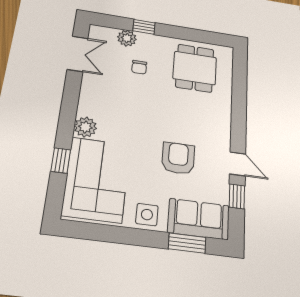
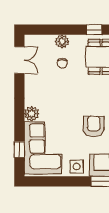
window: (144, 27) -> (94, 30), moved
plant: (127, 38) -> (62, 41), moved
window: (61, 161) -> (19, 149), moved

